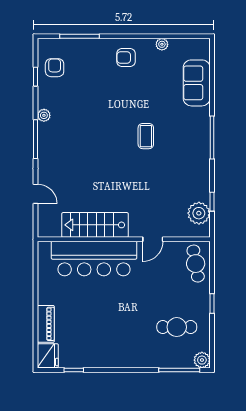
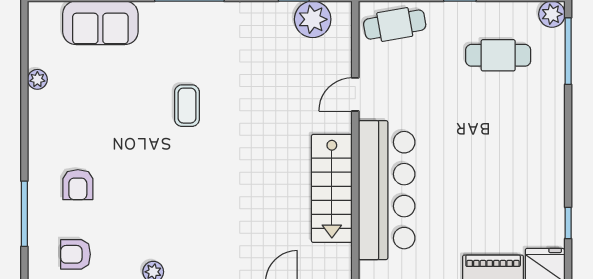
armchair: (126, 57) -> (78, 185), moved
coffee table: (146, 136) -> (187, 106), turned 90
door: (153, 239) -> (355, 94), swing flipped
cafe table: (177, 327) -> (498, 55), turned 90

